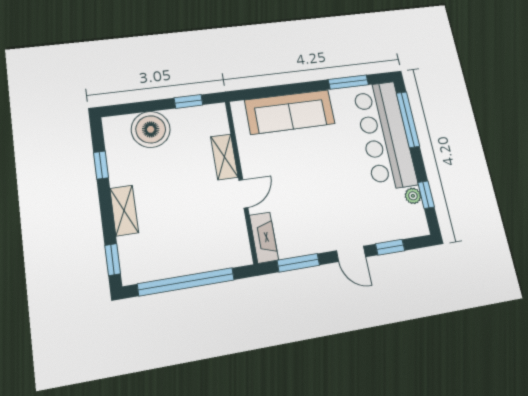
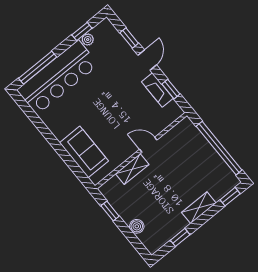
window: (348, 82) -> (35, 119), removed
sofa: (290, 112) -> (84, 152), width x0.73
boiler: (151, 129) -> (137, 226), width x0.54, depth x0.54
fireplace: (264, 238) -> (157, 90), moved, turned -90
window: (298, 263) -> (171, 89), width x0.67

